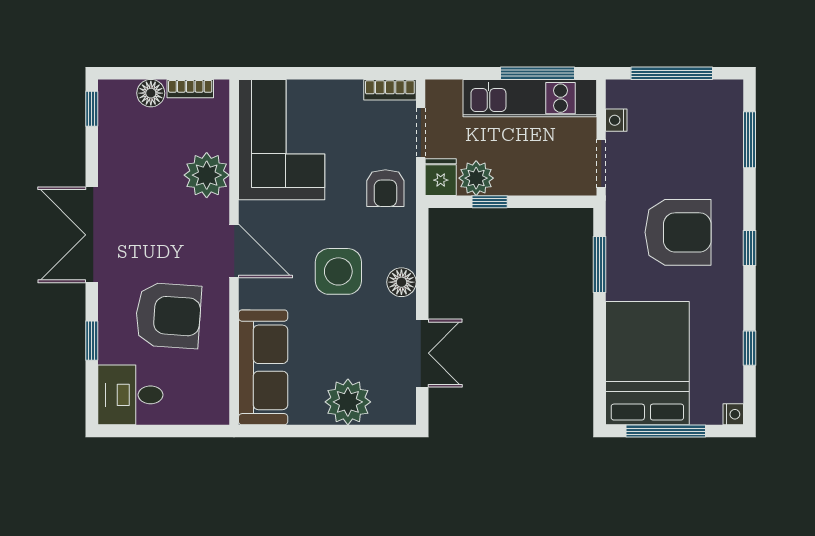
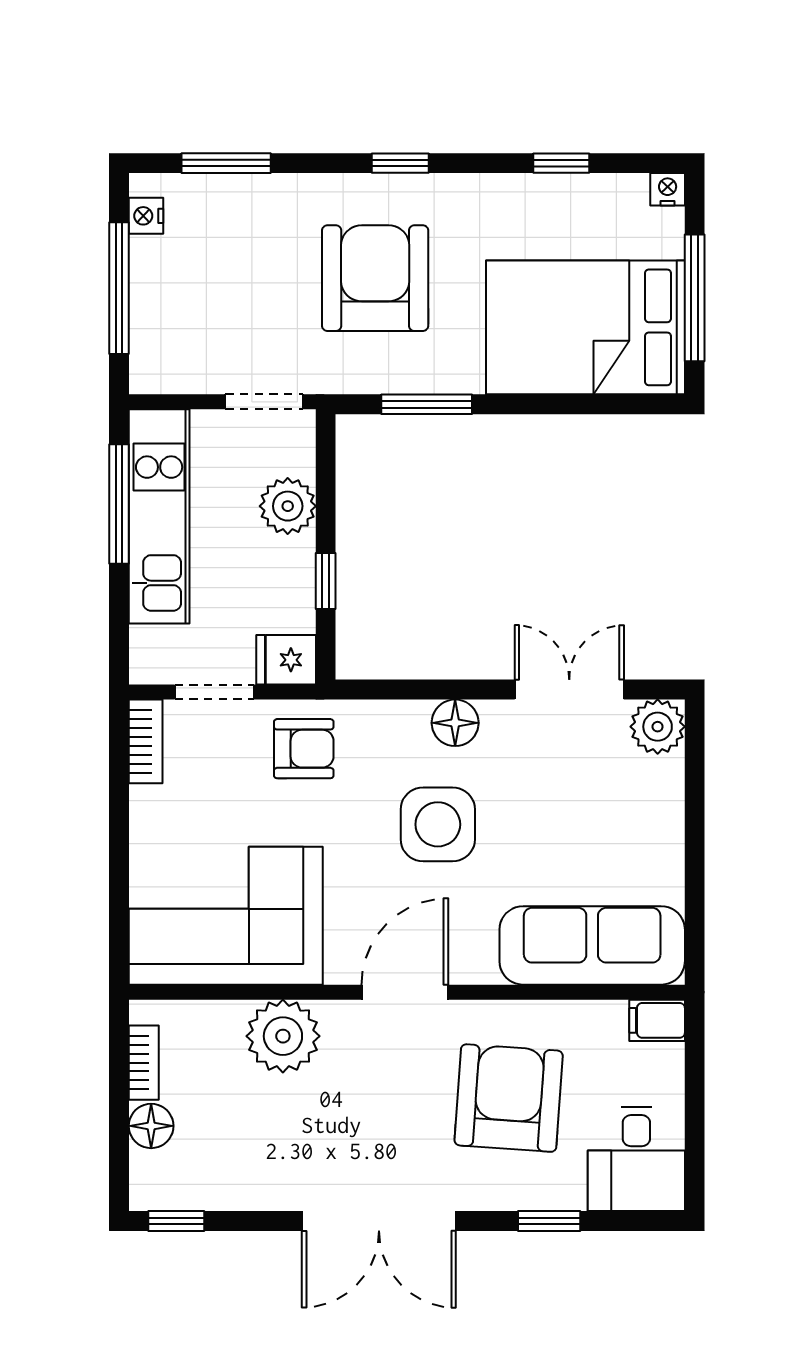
nightstand: (616, 120) -> (146, 216), moved, turned 90
plant: (476, 178) -> (288, 506), moved
plant: (348, 402) -> (658, 727), moved, width x0.73, depth x0.73
filing cabinet: (216, 408) -> (657, 1020), added

